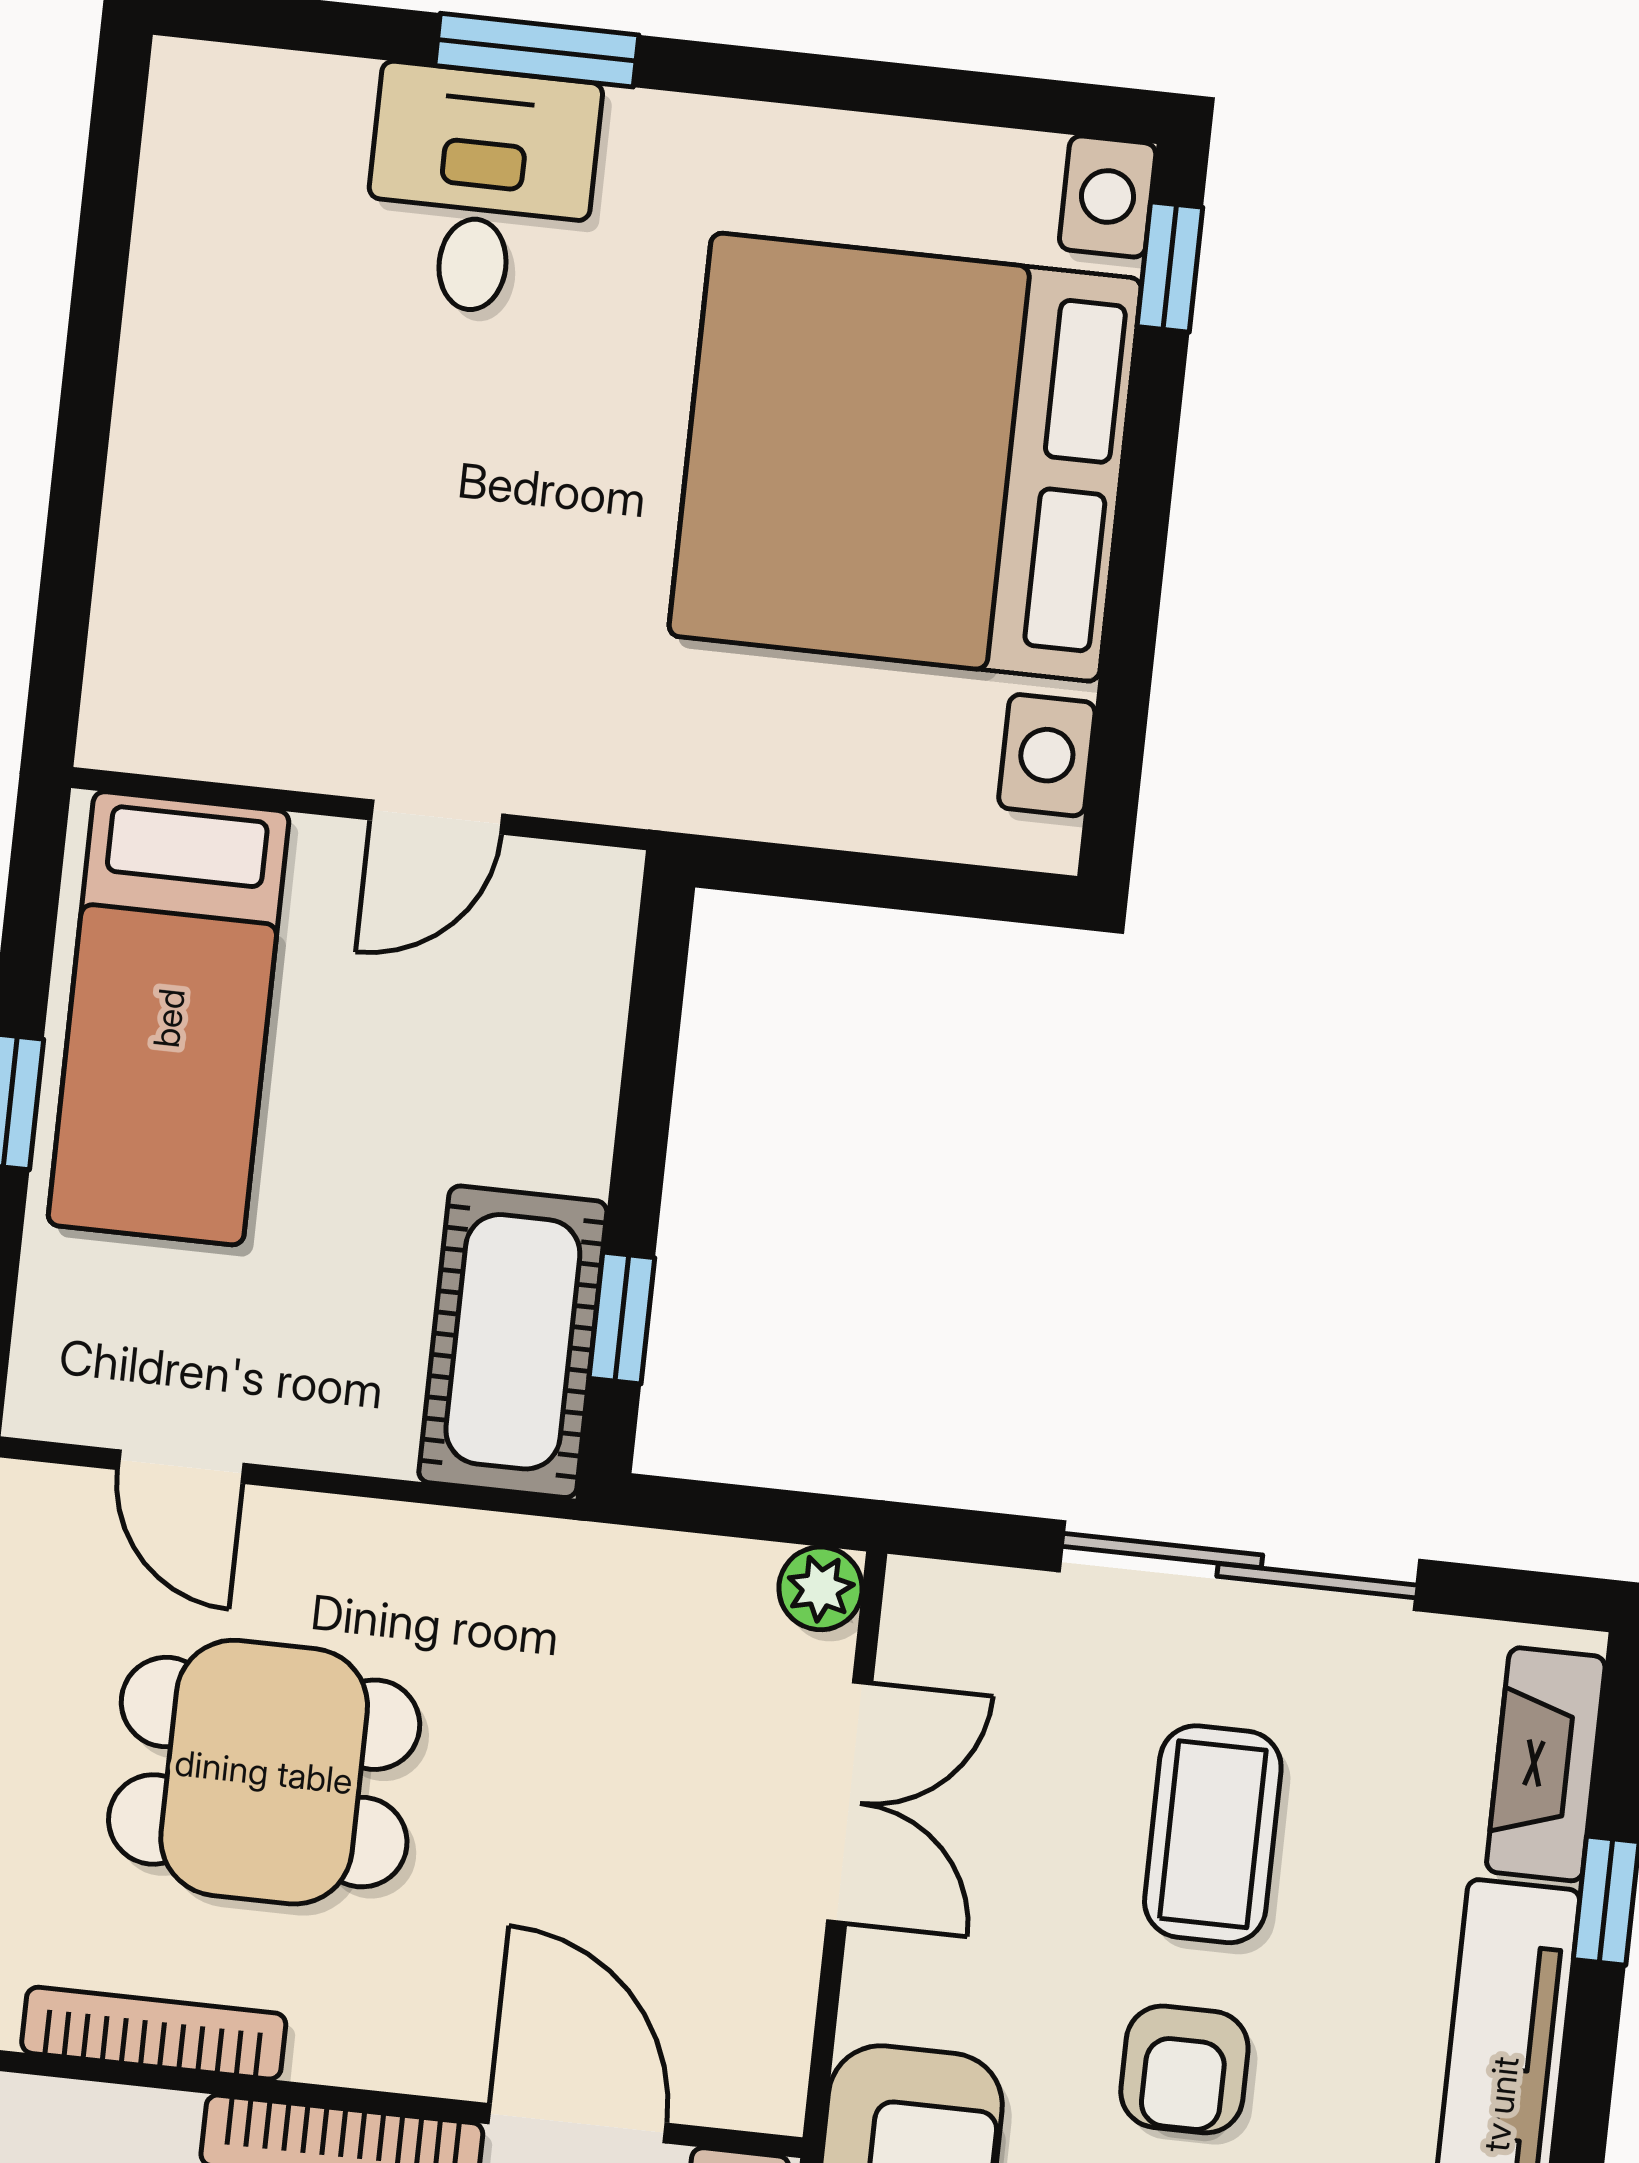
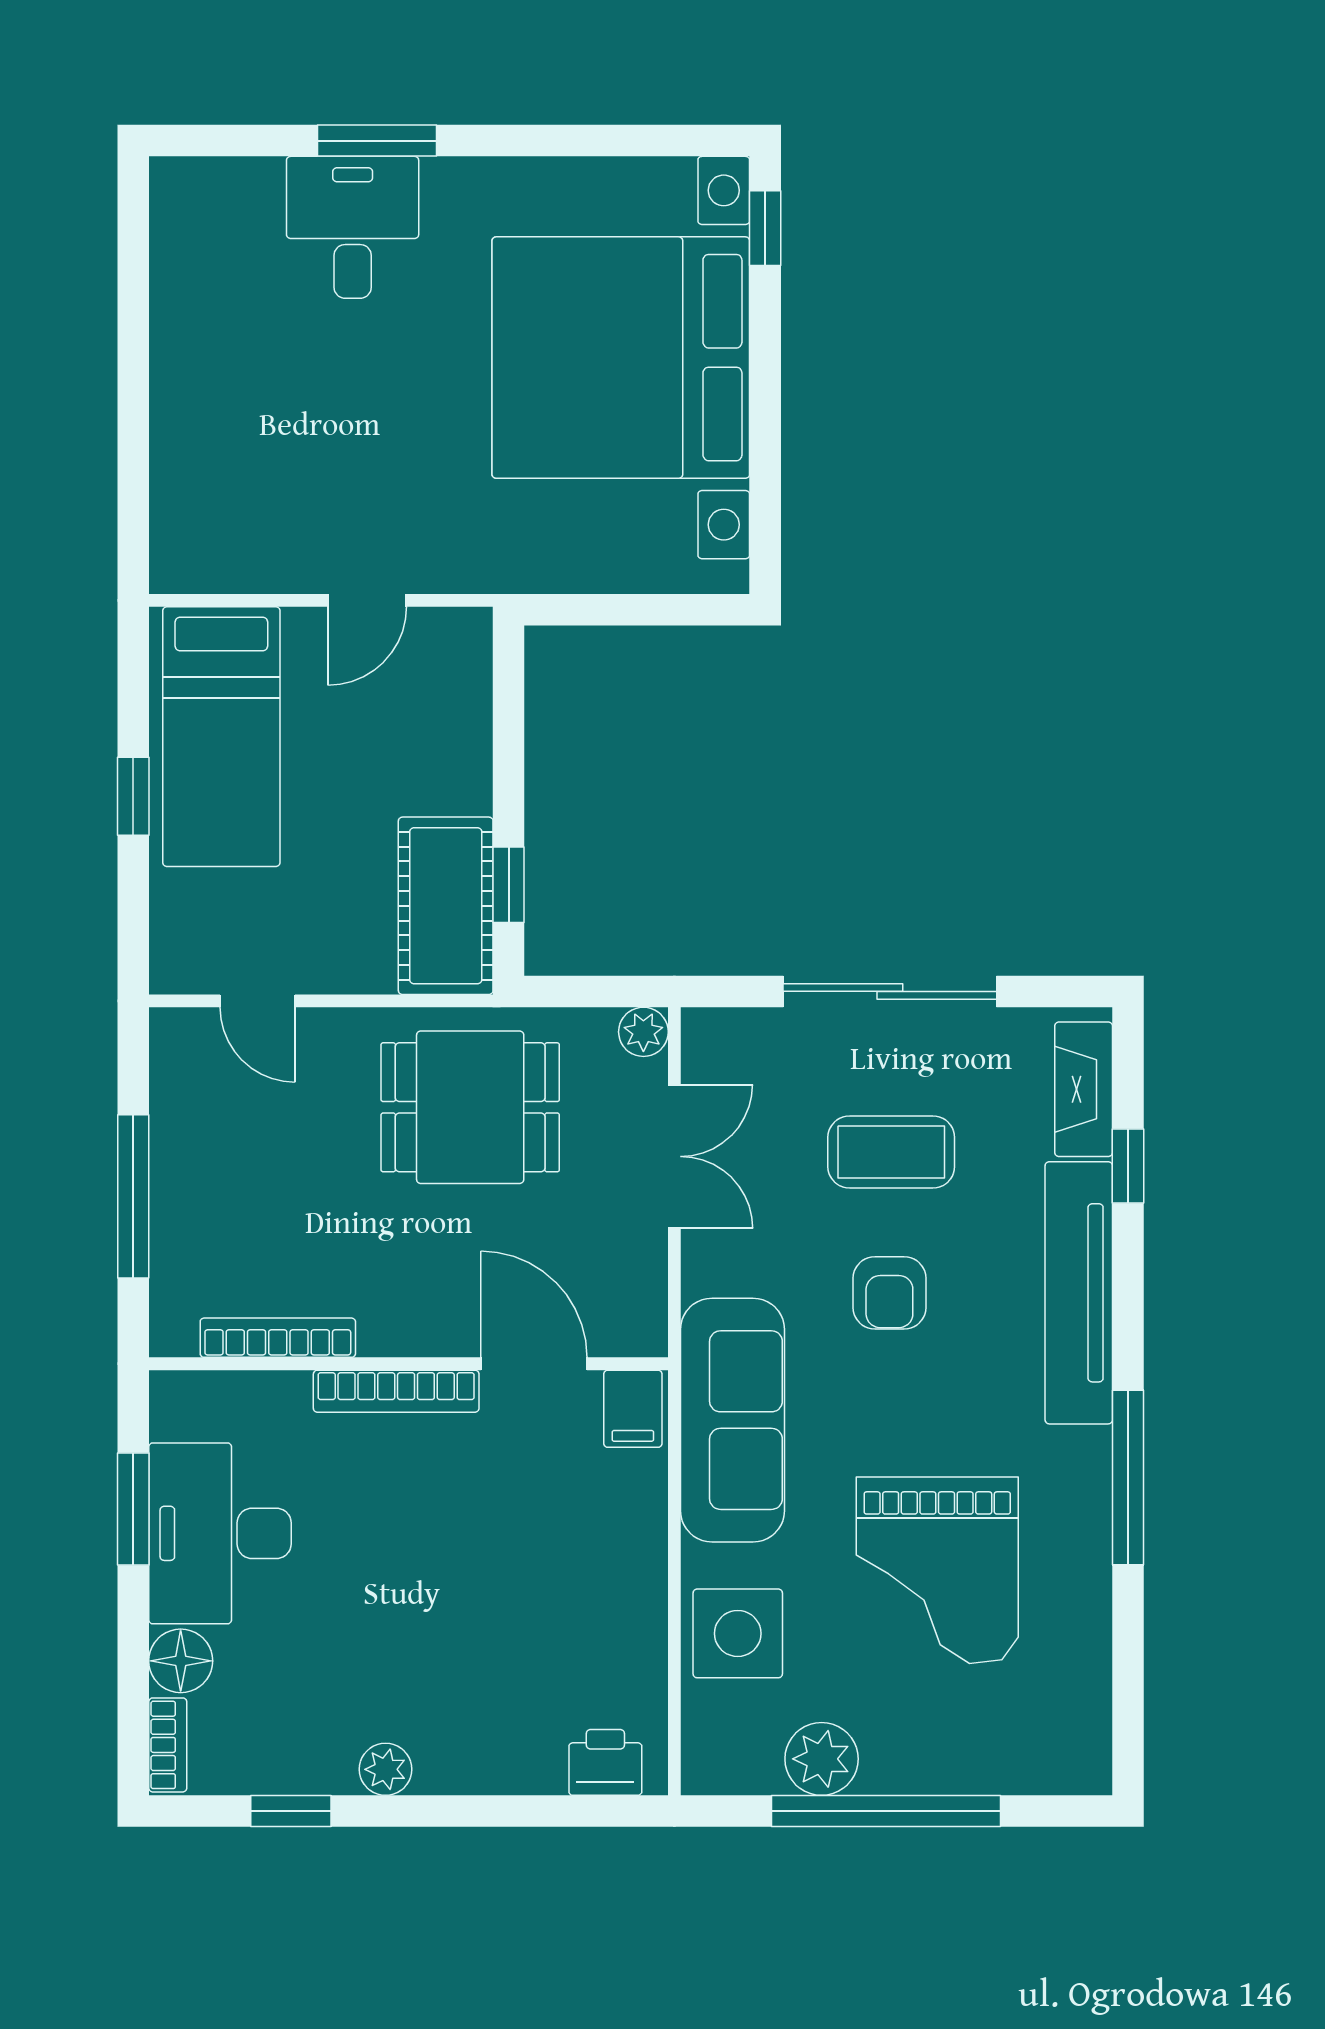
dining table: (264, 1772) -> (470, 1107), moved
coffee table: (1213, 1834) -> (891, 1152), turned 90

